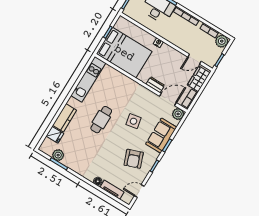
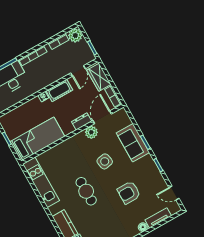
bed: (124, 53) -> (37, 139), width x0.67
cot: (170, 53) -> (59, 90), added
plant: (178, 114) -> (91, 132), moved
armchair: (134, 159) -> (129, 193), moved, turned 110
door: (139, 191) -> (174, 193), hinge flipped

